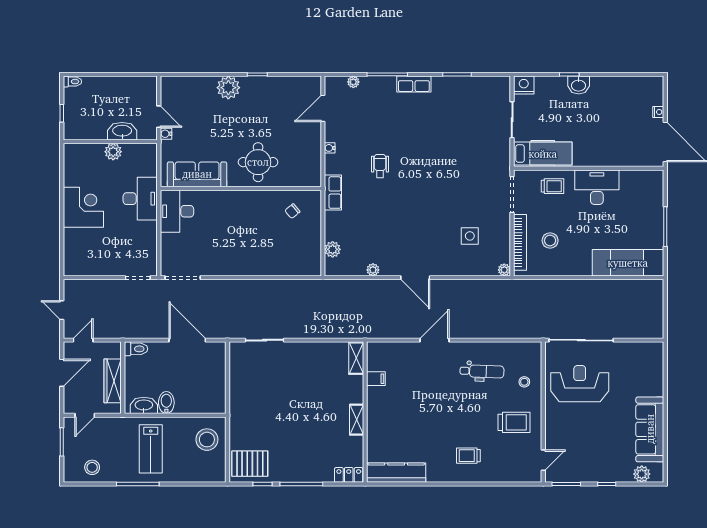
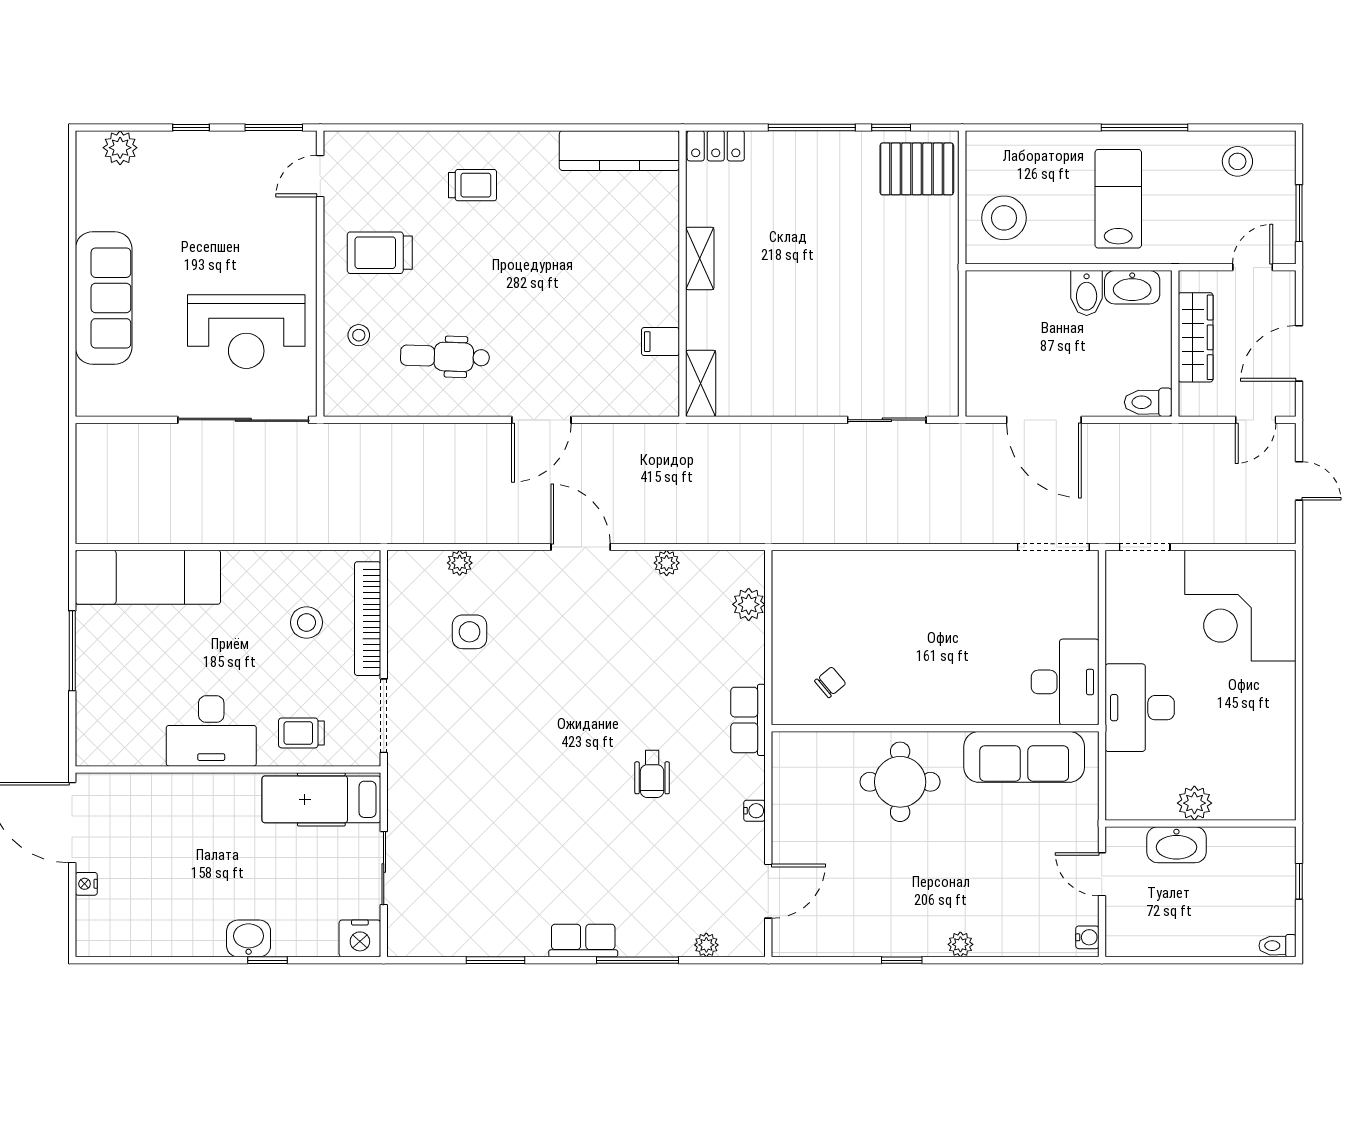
plant: (228, 88) -> (960, 944), width x0.53, depth x0.53
water cooler: (166, 134) -> (1087, 937), moved
corner desk: (83, 207) -> (1240, 606), moved, width x1.36, depth x1.36
plant: (504, 270) -> (460, 563), moved
sofa: (650, 429) -> (104, 298), moved

